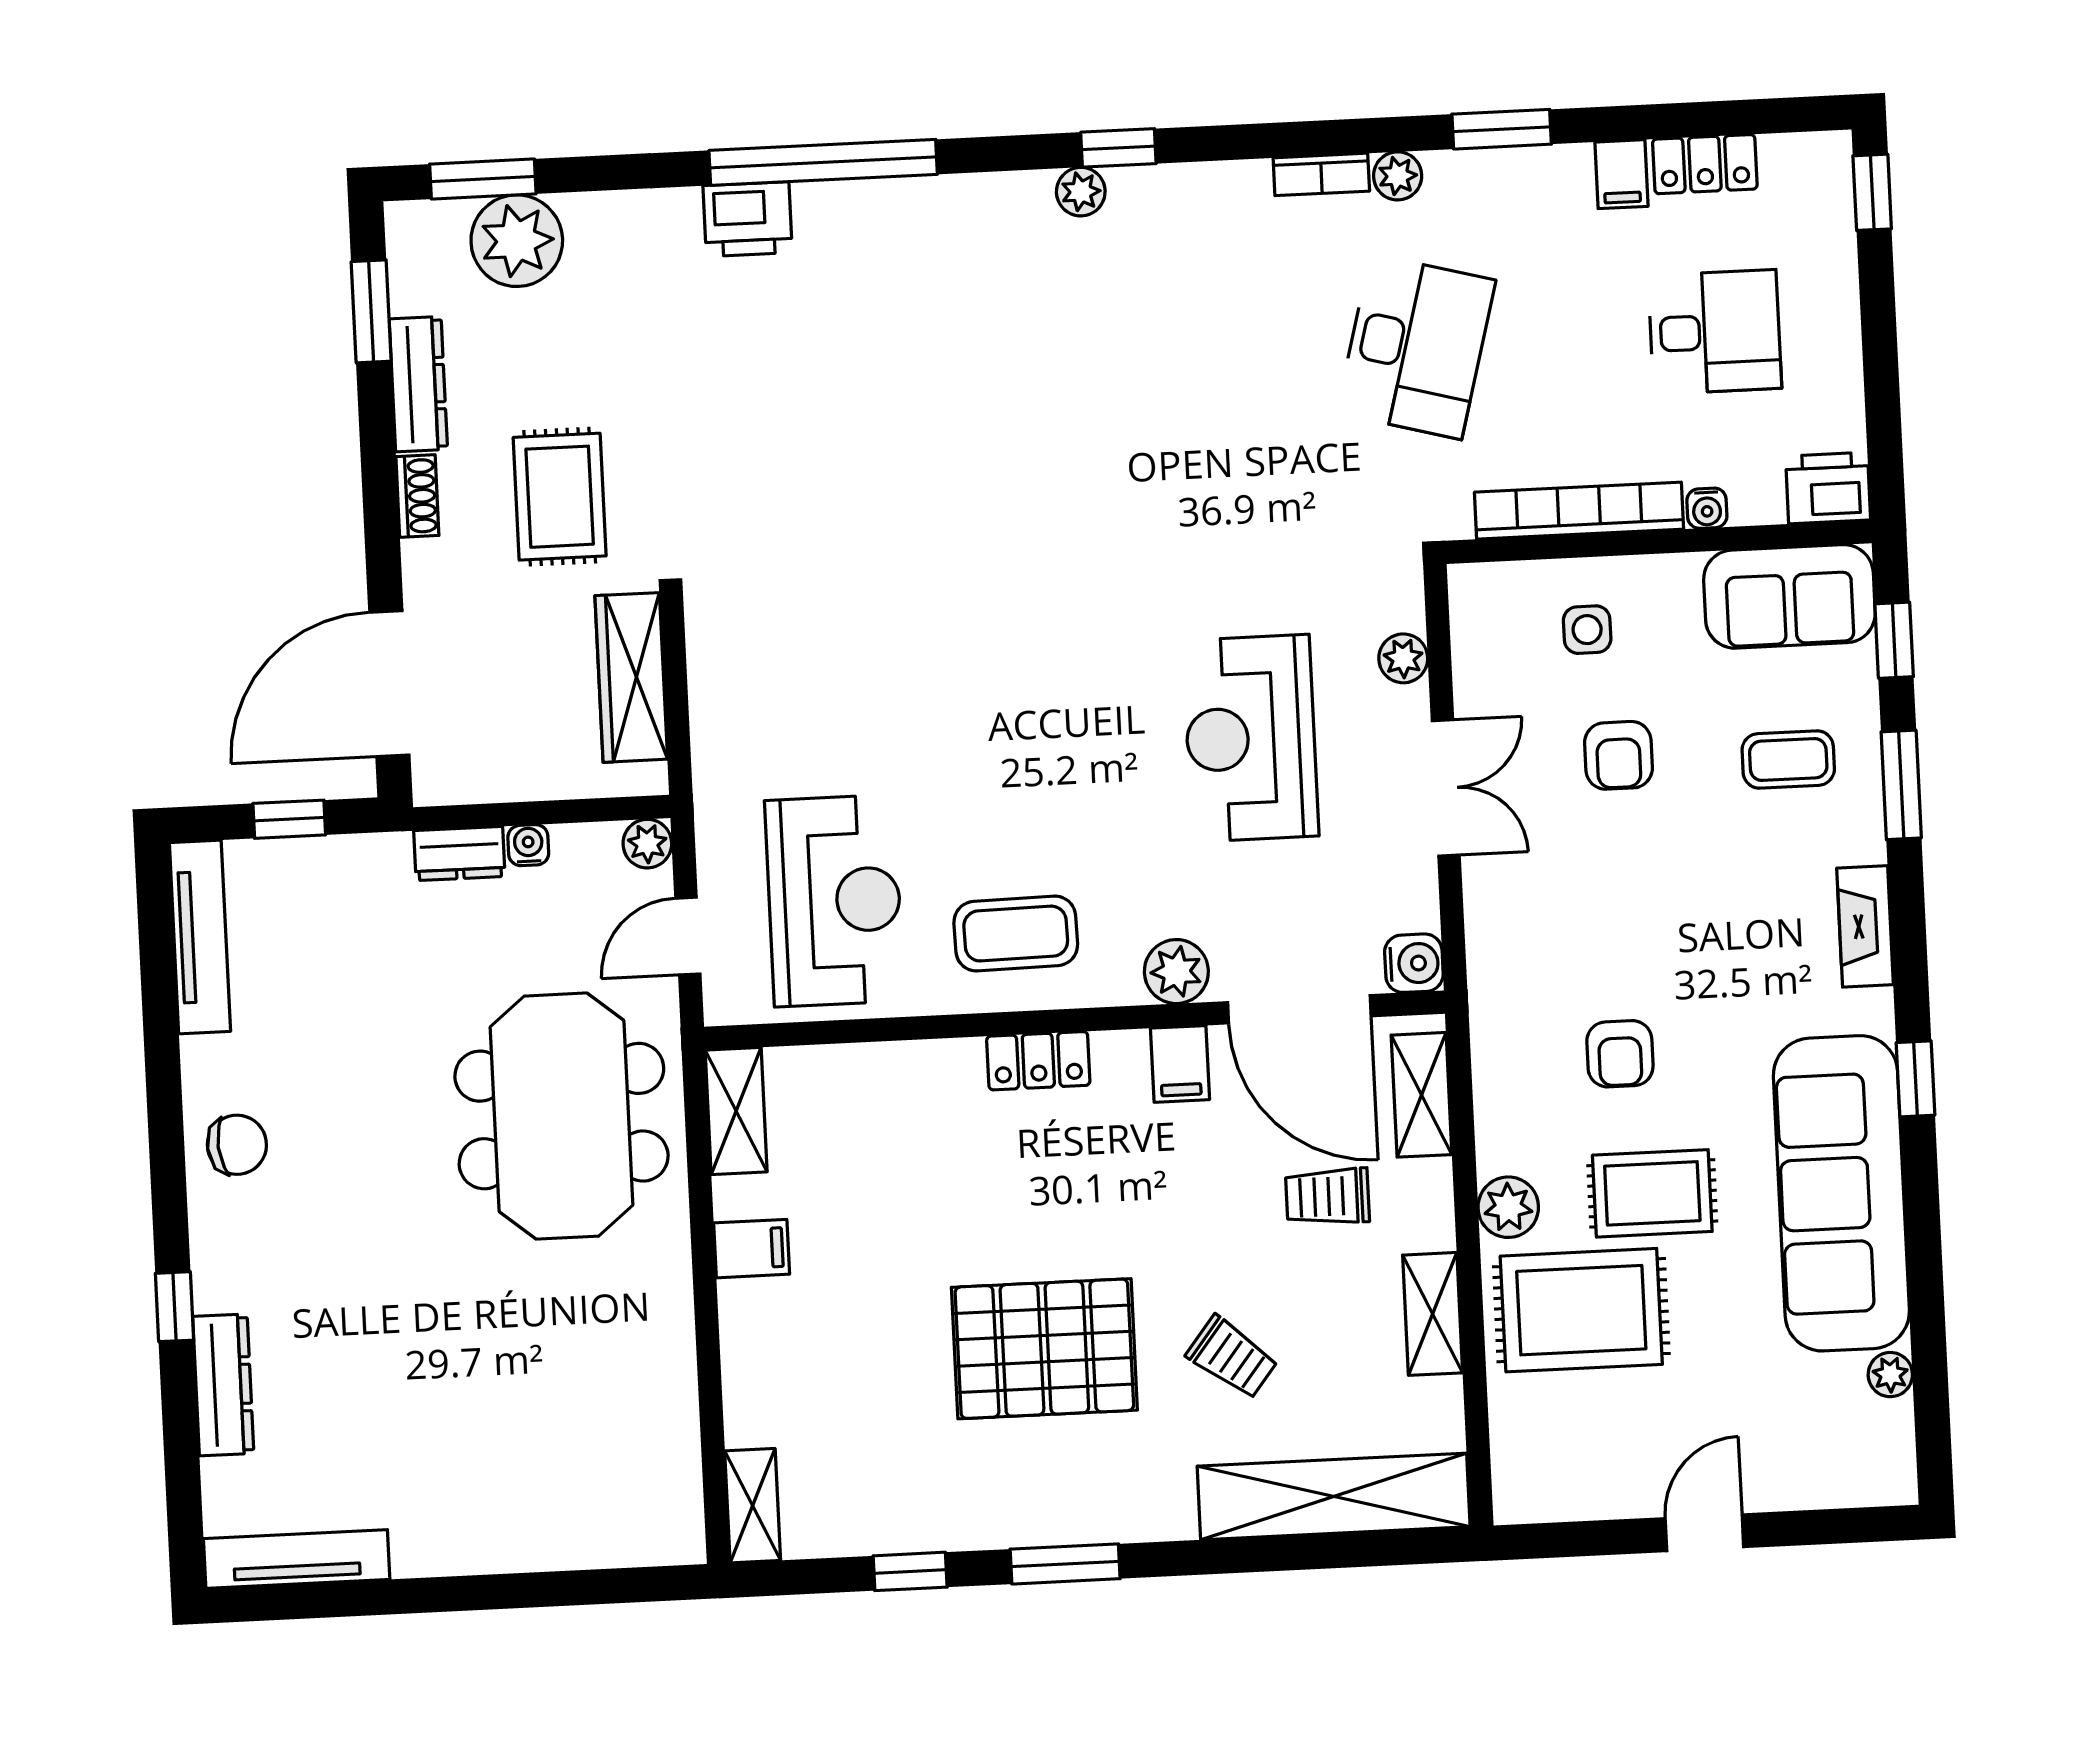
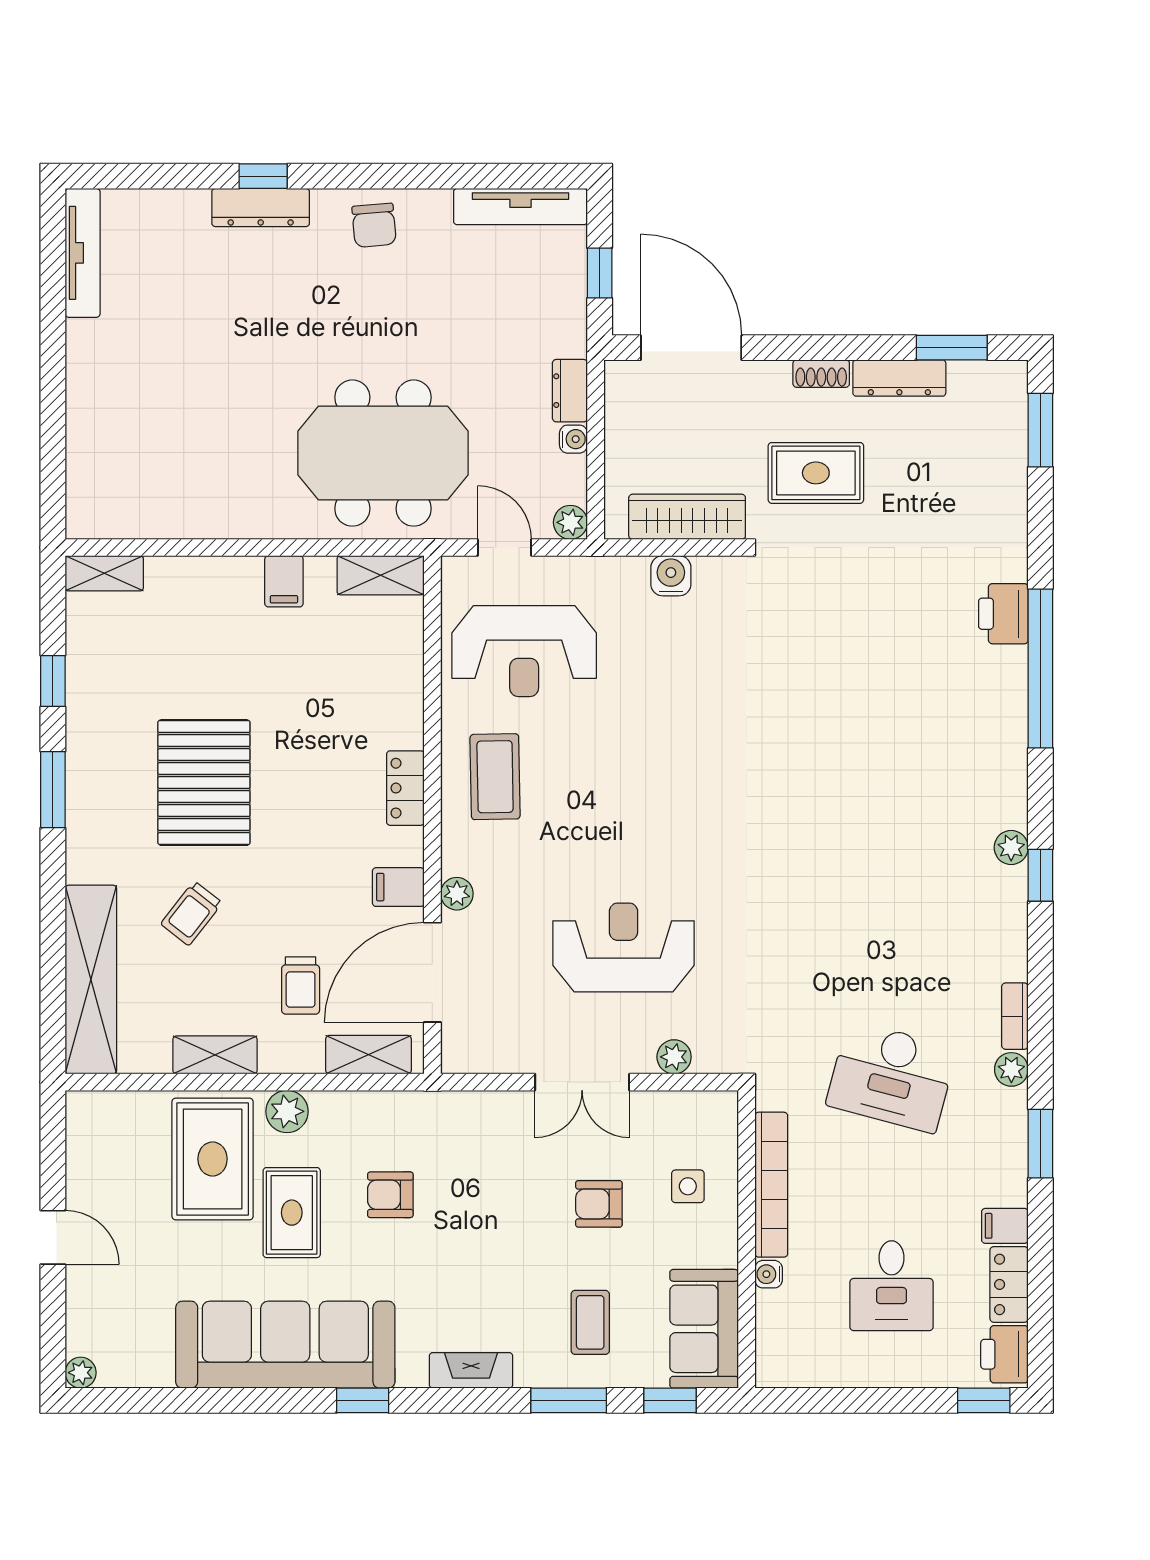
plant: (517, 241) -> (996, 452), removed
printer: (1828, 488) -> (1004, 1354), moved, turned 180
water cooler: (1414, 963) -> (671, 576), moved, turned 180
plant: (1176, 972) -> (457, 894), width x0.73, depth x0.73
trolley: (1327, 1197) -> (301, 985), turned 180
plant: (1890, 1375) -> (81, 1373), moved
dresser: (223, 1385) -> (261, 208), moved

